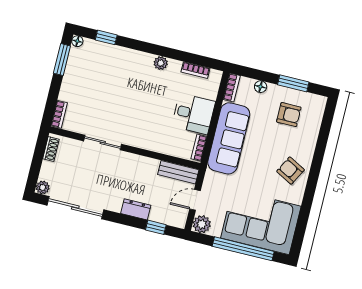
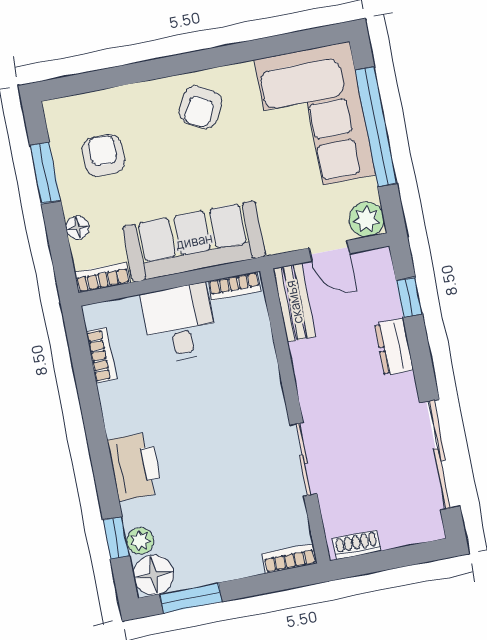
floor lamp: (77, 41) -> (154, 575), width x1.89, depth x1.89
printer: (136, 62) -> (135, 466), added
plant: (161, 63) -> (140, 541), moved
plant: (43, 187) -> (431, 528), removed

